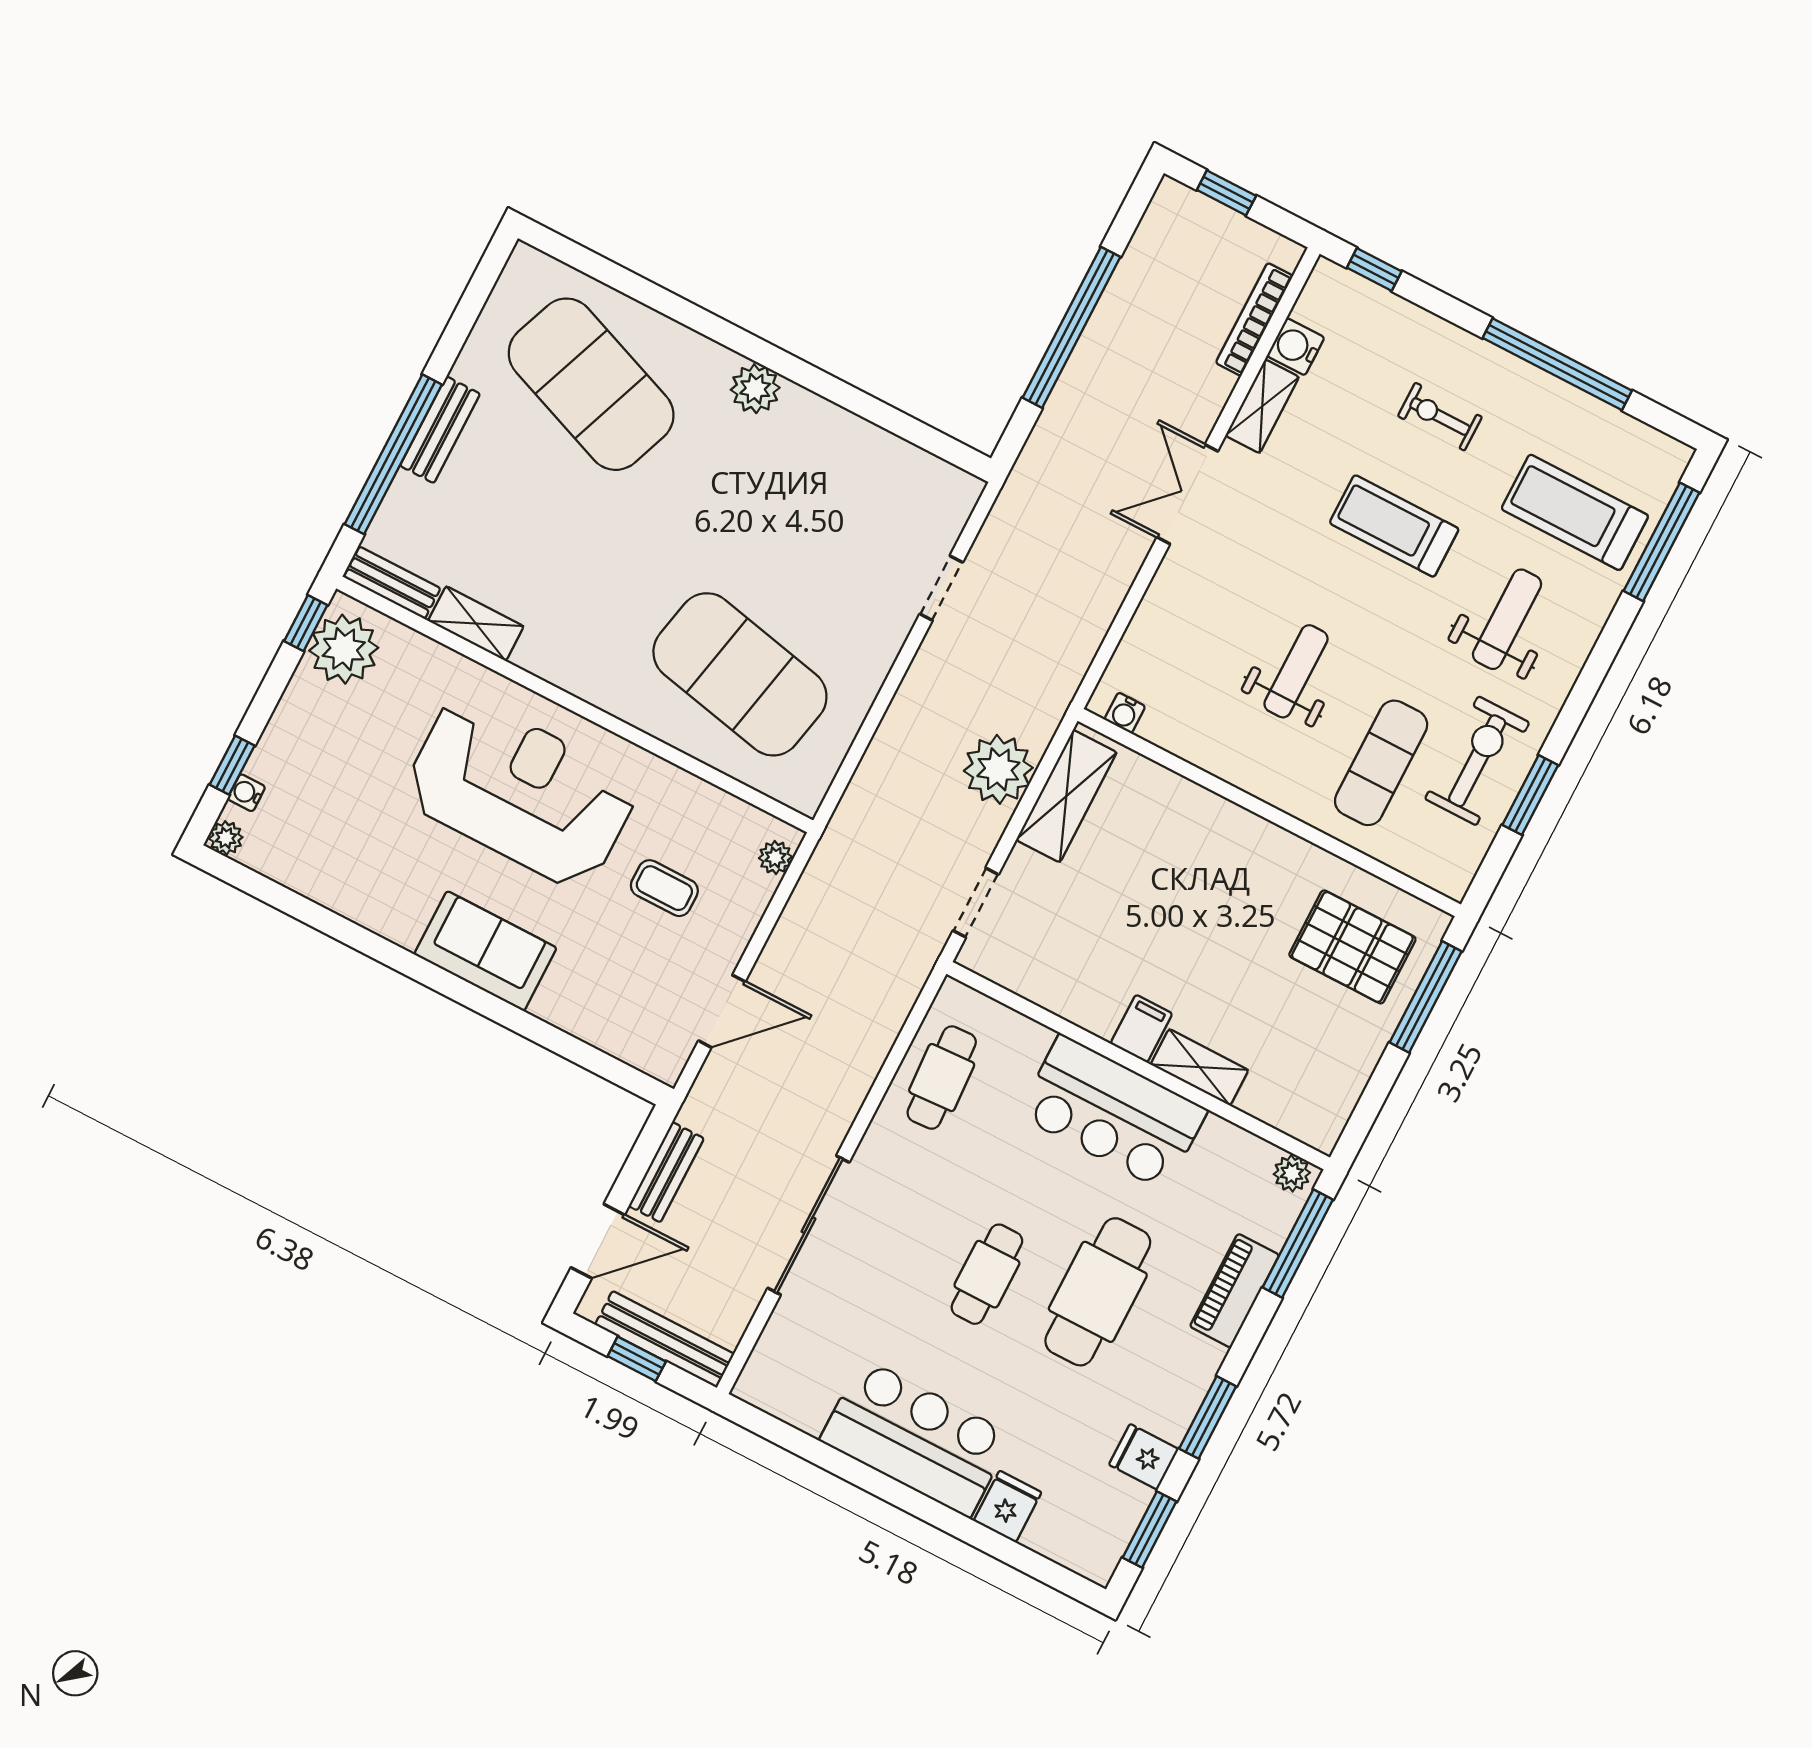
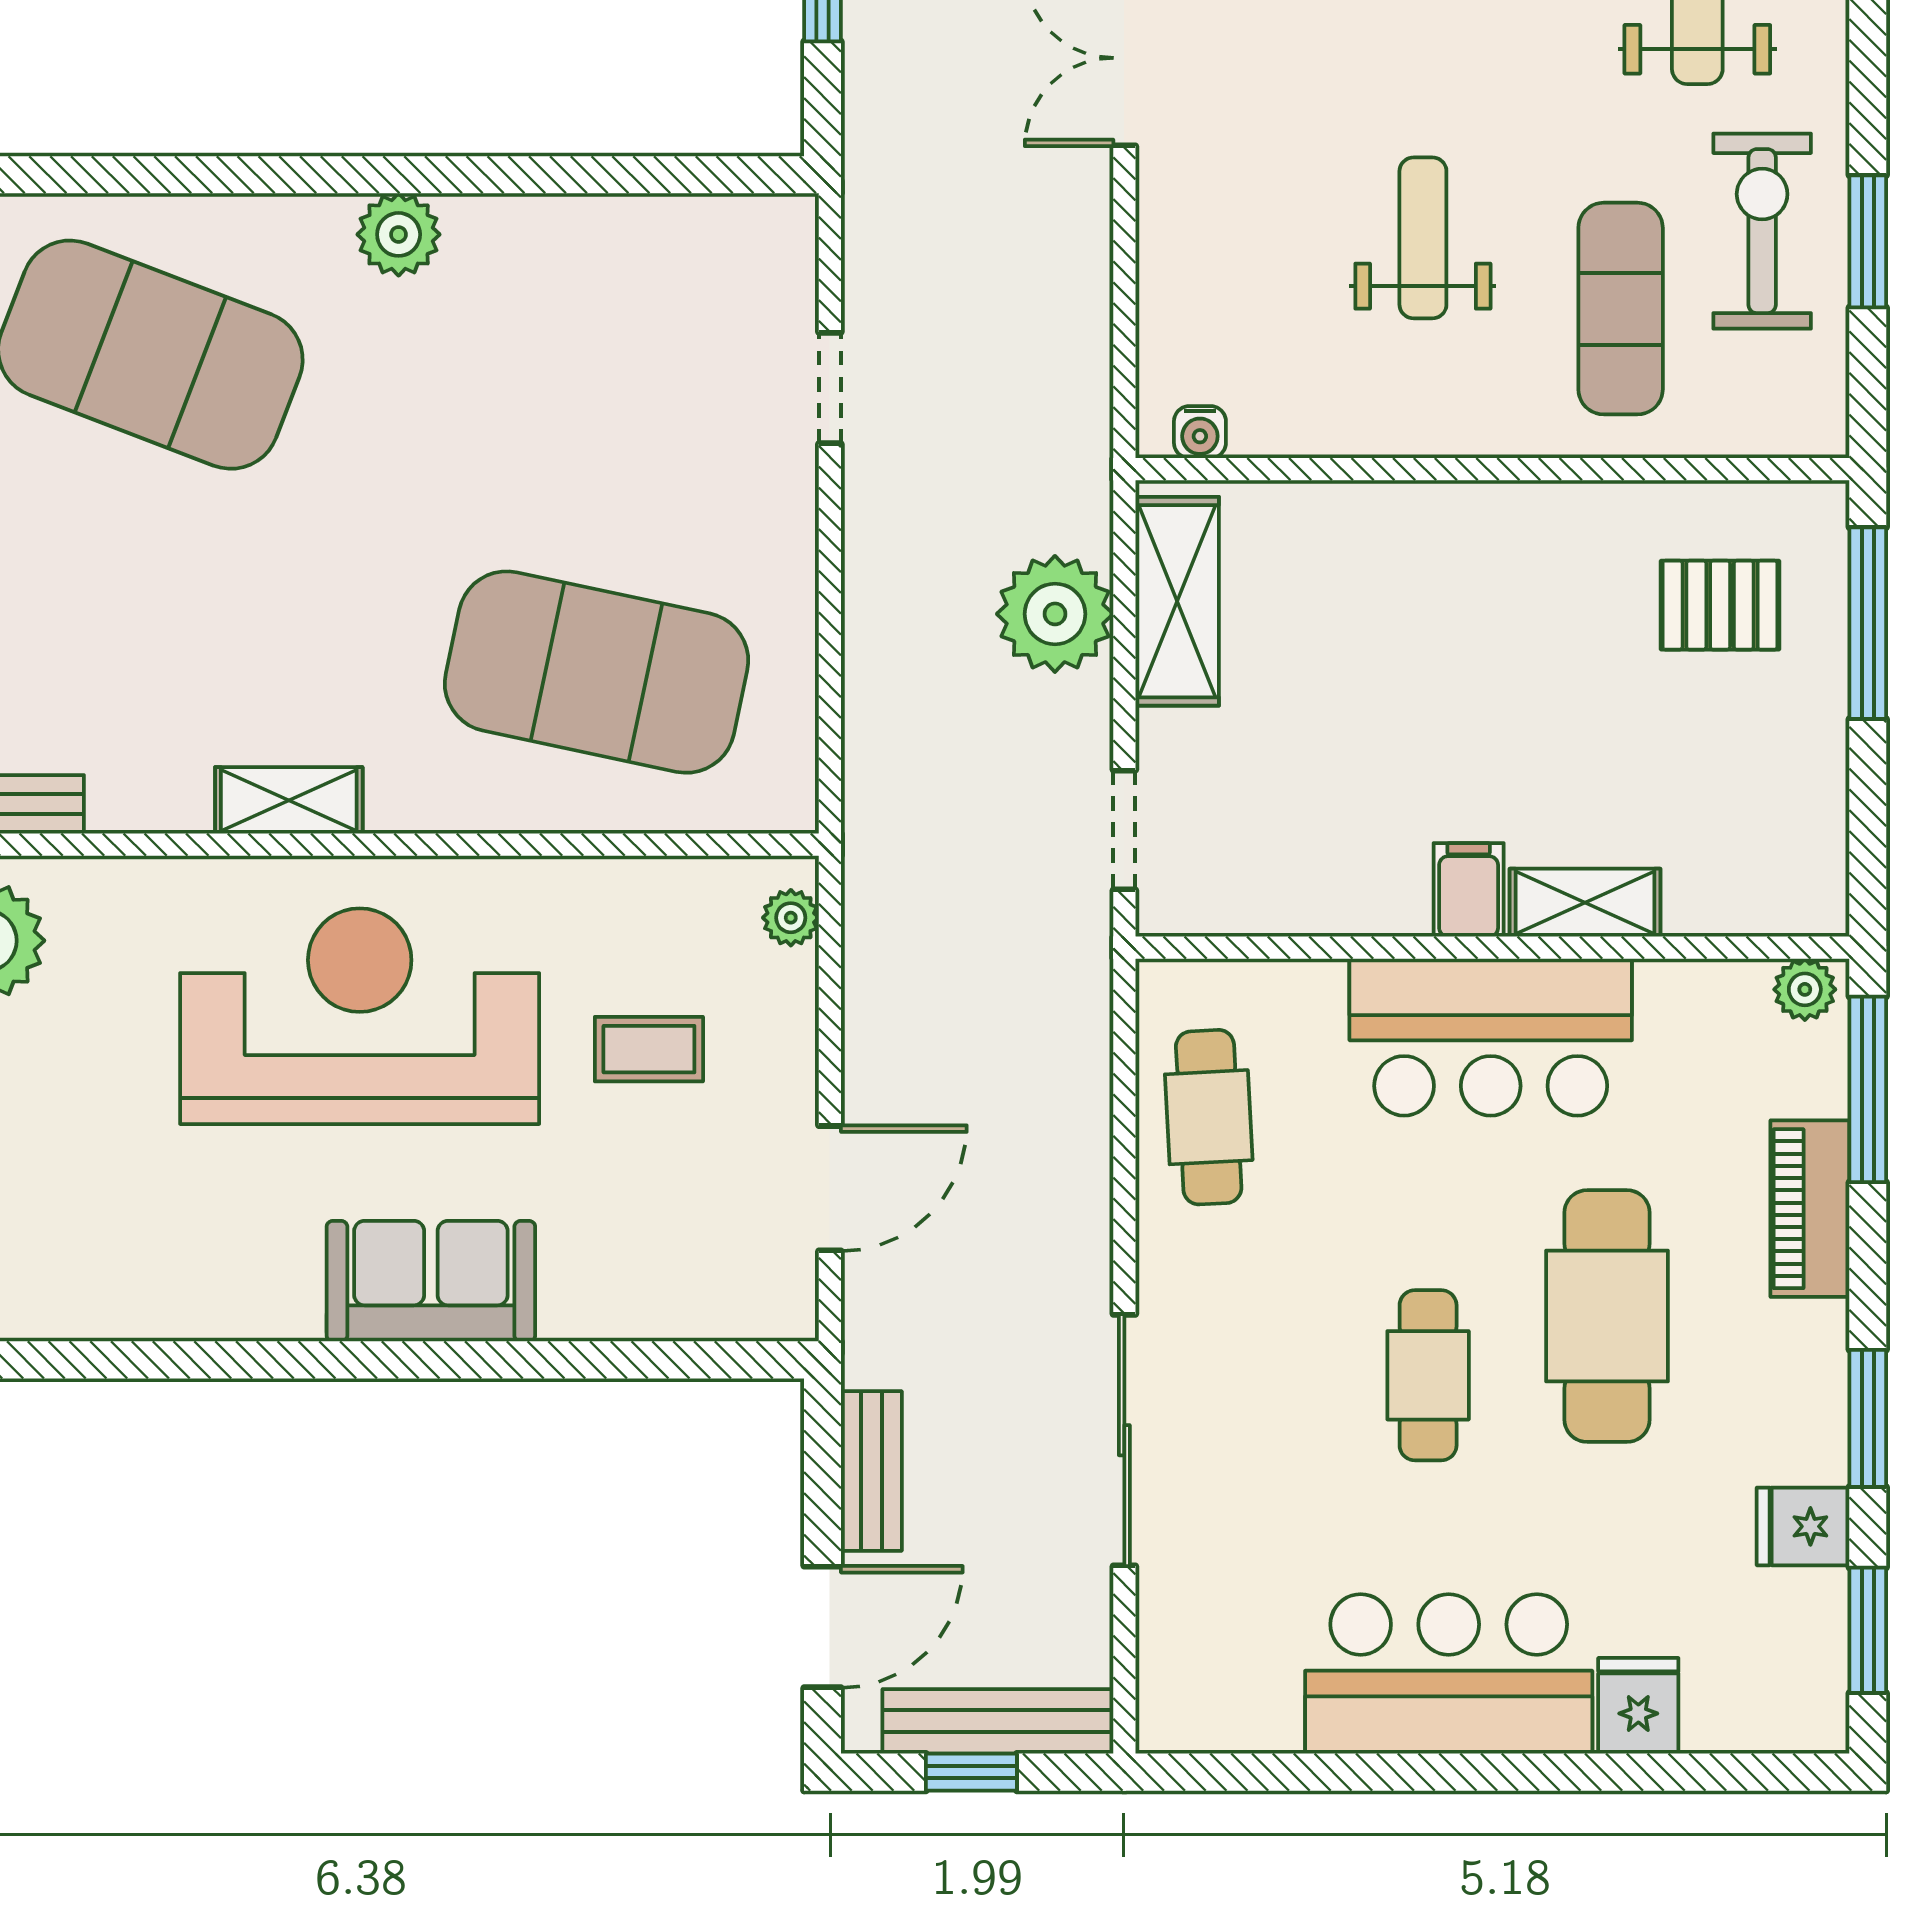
shelving: (476, 624) -> (289, 800), moved
pallet: (1352, 947) -> (1720, 605), width x0.67, depth x0.71

